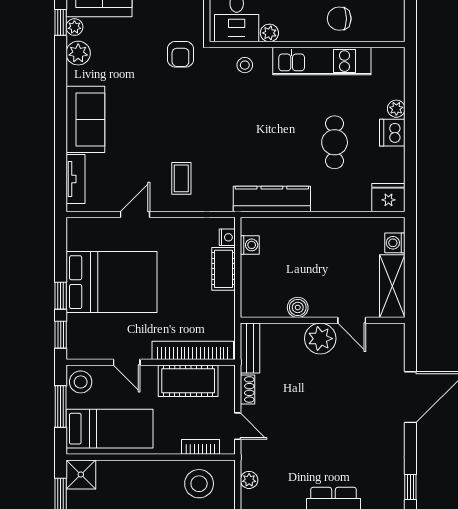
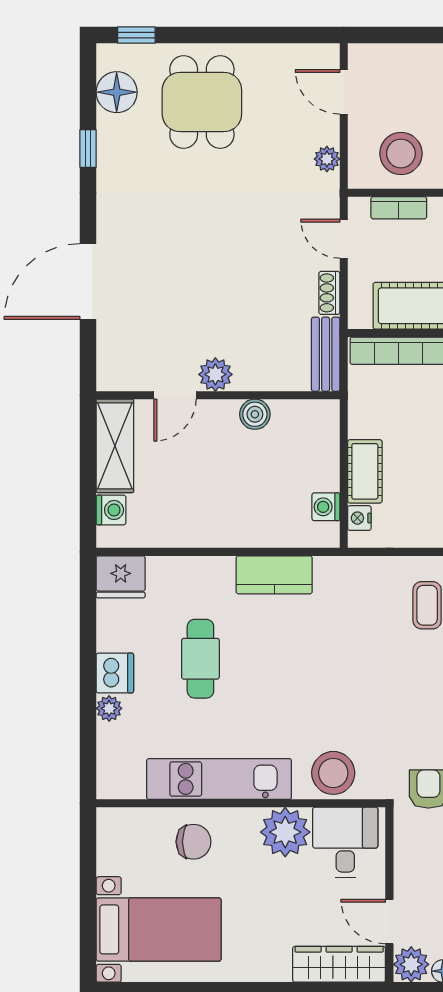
plant: (269, 33) -> (285, 832), width x1.88, depth x1.88
stool: (245, 65) -> (333, 773), width x1.89, depth x1.89
kitchen counter: (272, 199) -> (274, 575), width x0.67
door: (352, 320) -> (175, 395), swing flipped
plant: (320, 339) -> (215, 374), width x0.73, depth x0.73

